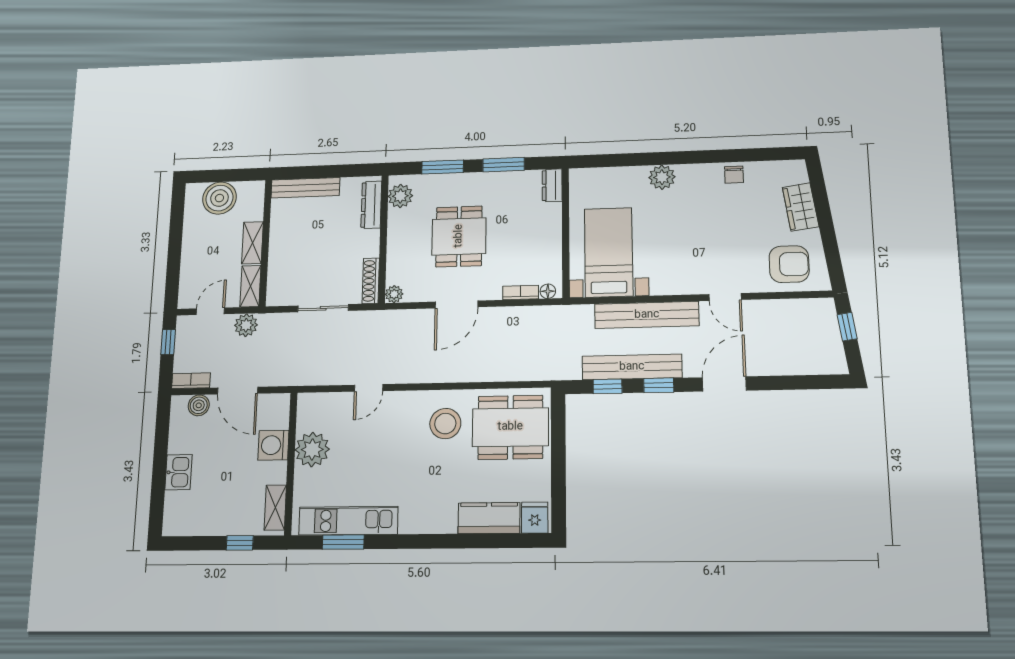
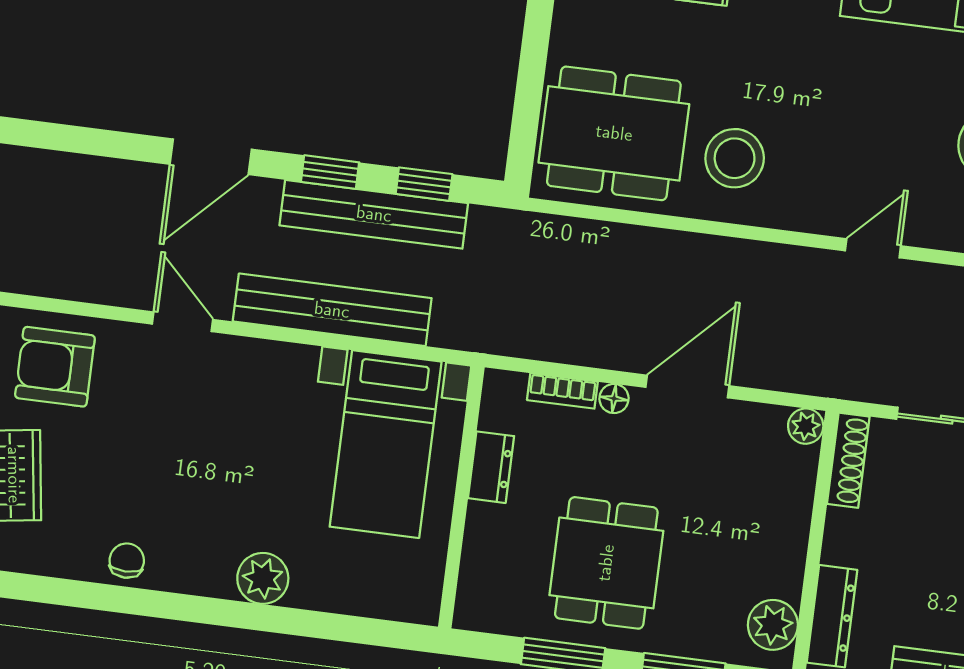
dresser: (552, 185) -> (491, 467), moved
dining table: (459, 236) -> (606, 563), moved
floor lamp: (548, 291) -> (614, 398), moved

